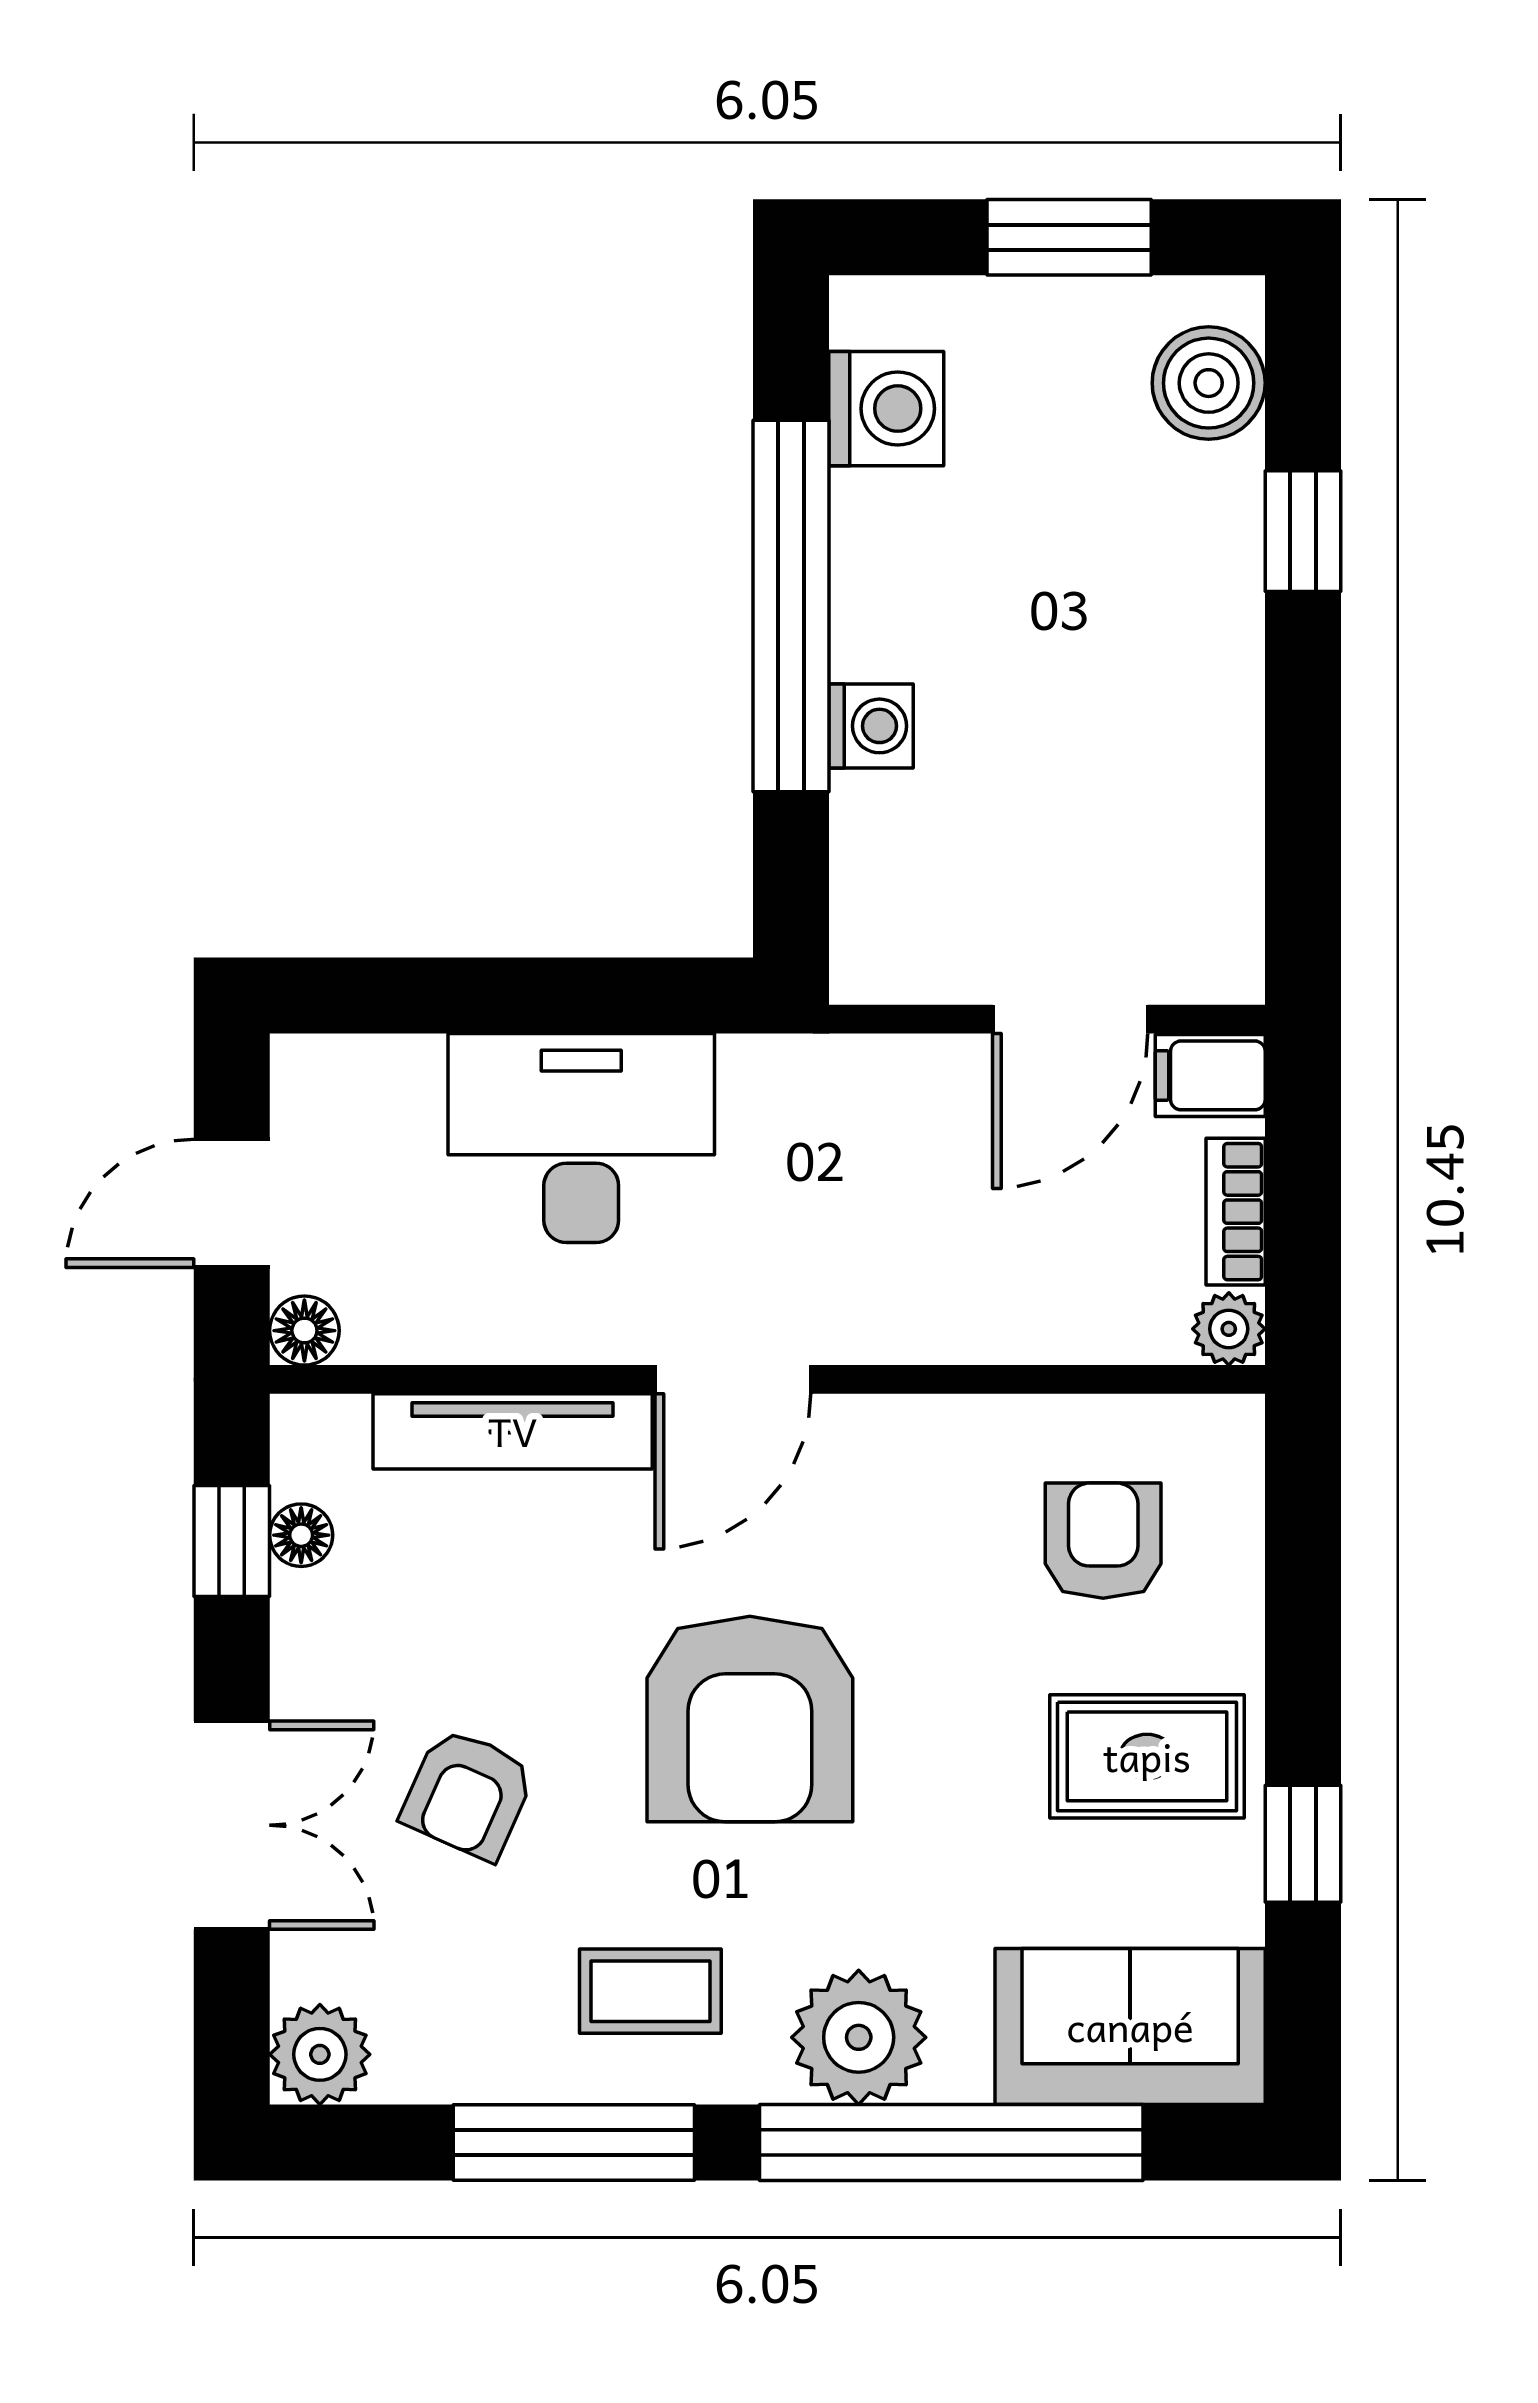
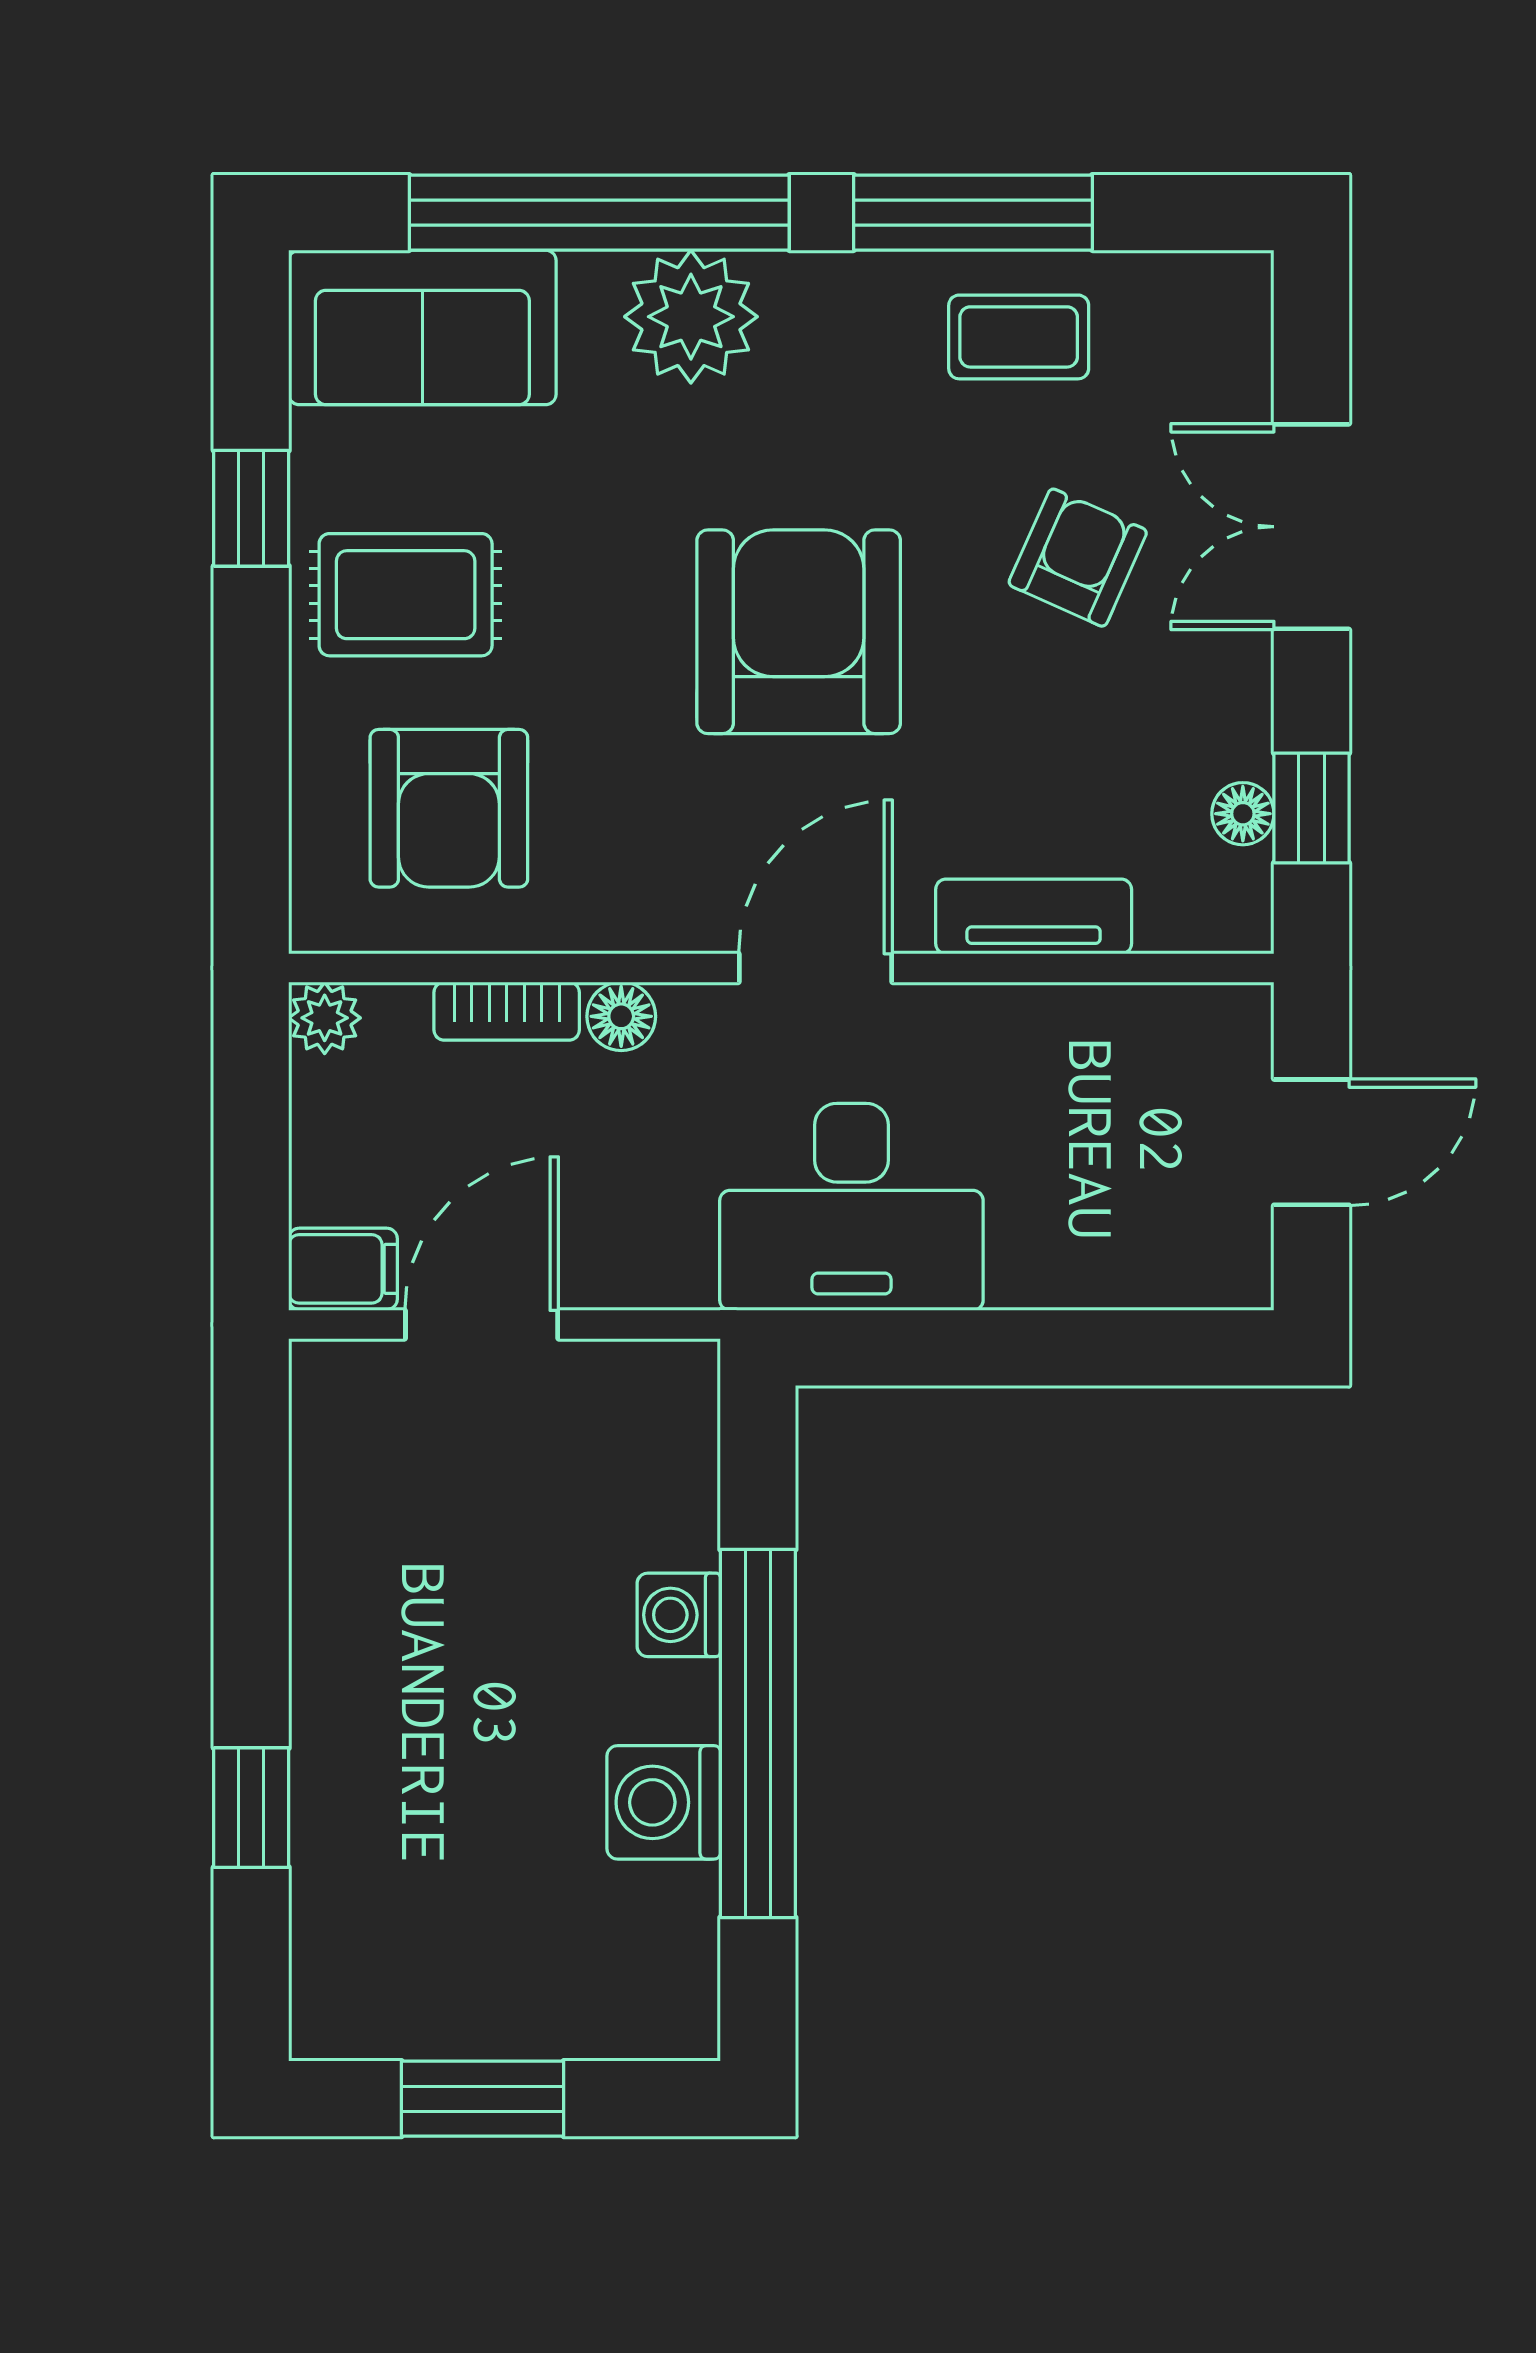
boiler: (1209, 383) -> (345, 1954), removed
washing machine: (886, 409) -> (664, 1802), moved
desk: (581, 1138) -> (851, 1207), moved
bookcase: (1236, 1212) -> (507, 1011), moved, turned 90
floor lamp: (304, 1331) -> (621, 1016), moved
tv unit: (513, 1431) -> (1034, 916), width x0.71
armchair: (1103, 1541) -> (449, 808), width x1.38, depth x1.38
coffee table: (650, 1991) -> (1019, 337), moved
plant: (320, 2054) -> (1224, 300), removed

